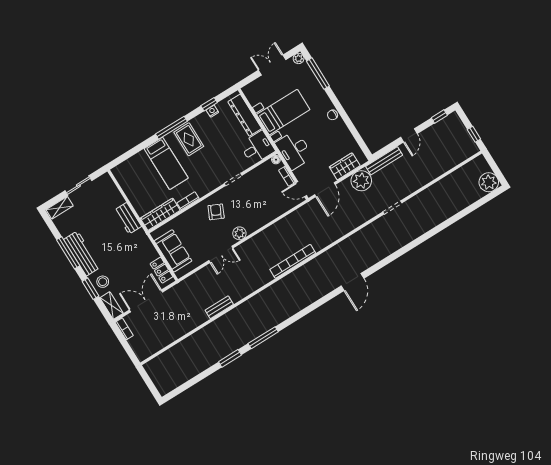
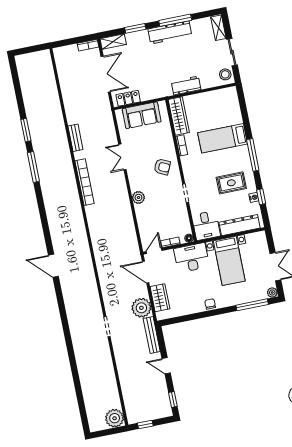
rug: (189, 139) -> (231, 183), moved
plant: (489, 182) -> (115, 418), moved
plant: (239, 233) -> (138, 198), moved
bookcase: (293, 261) -> (85, 182), moved
stool: (103, 282) -> (225, 74), moved

